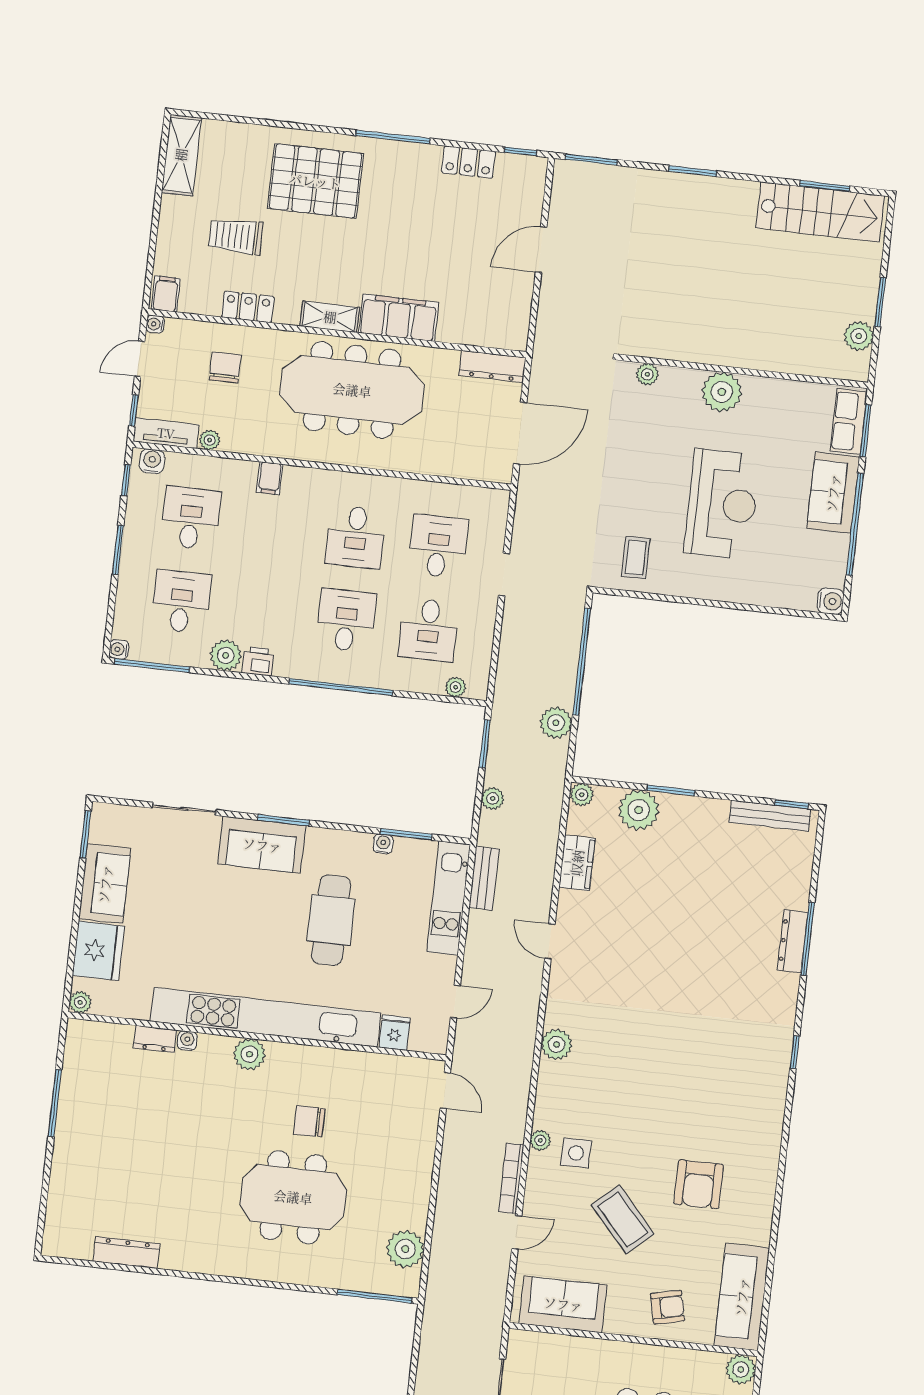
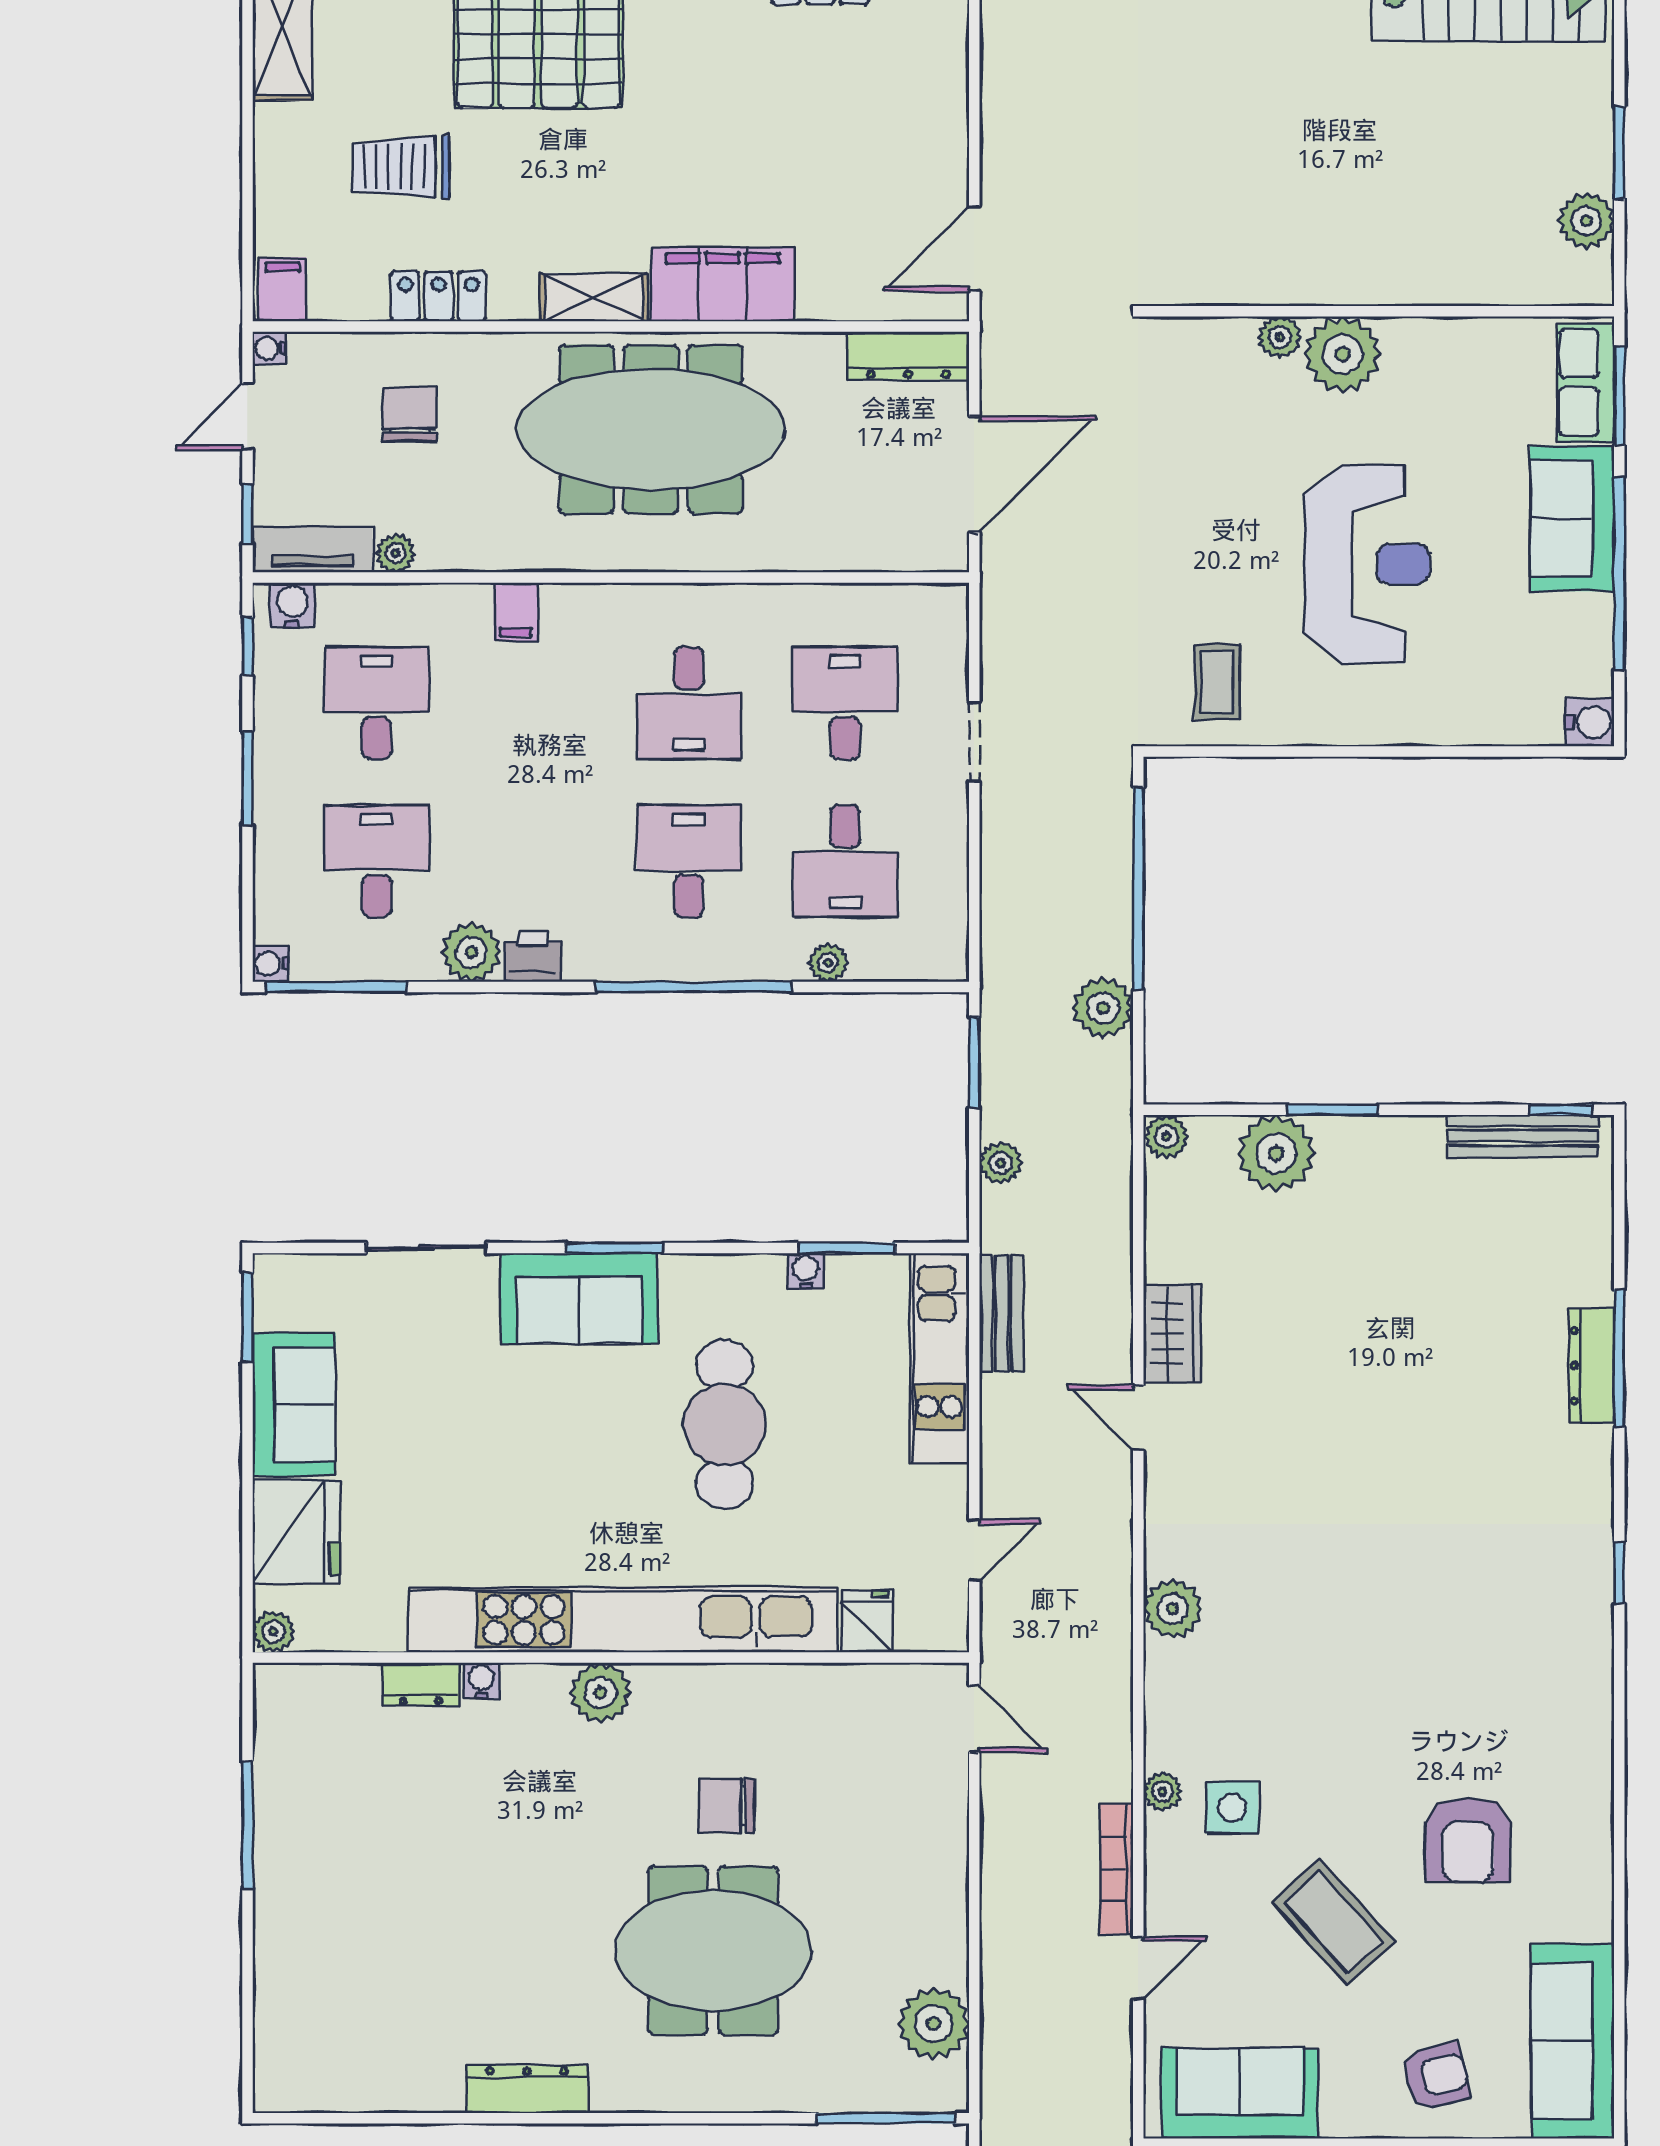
door: (541, 250) -> (974, 249), moved
plant: (647, 374) -> (1280, 337), moved
plant: (456, 687) -> (828, 963), moved
wardrobe: (577, 863) -> (1172, 1333), moved
dresser: (127, 1253) -> (527, 2089), moved

